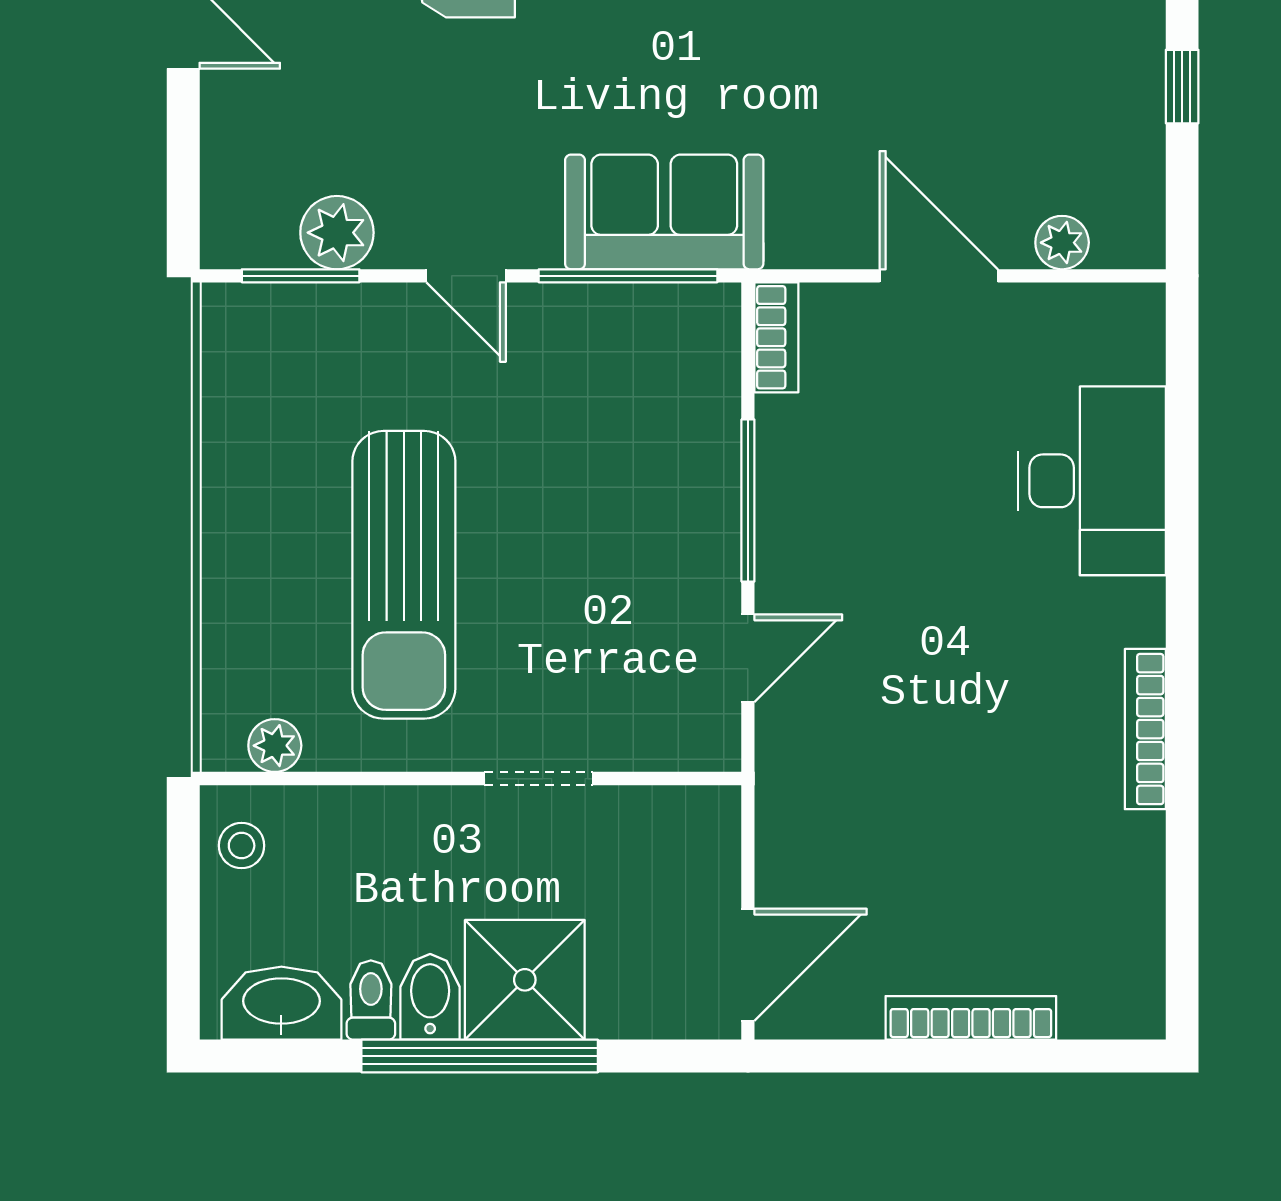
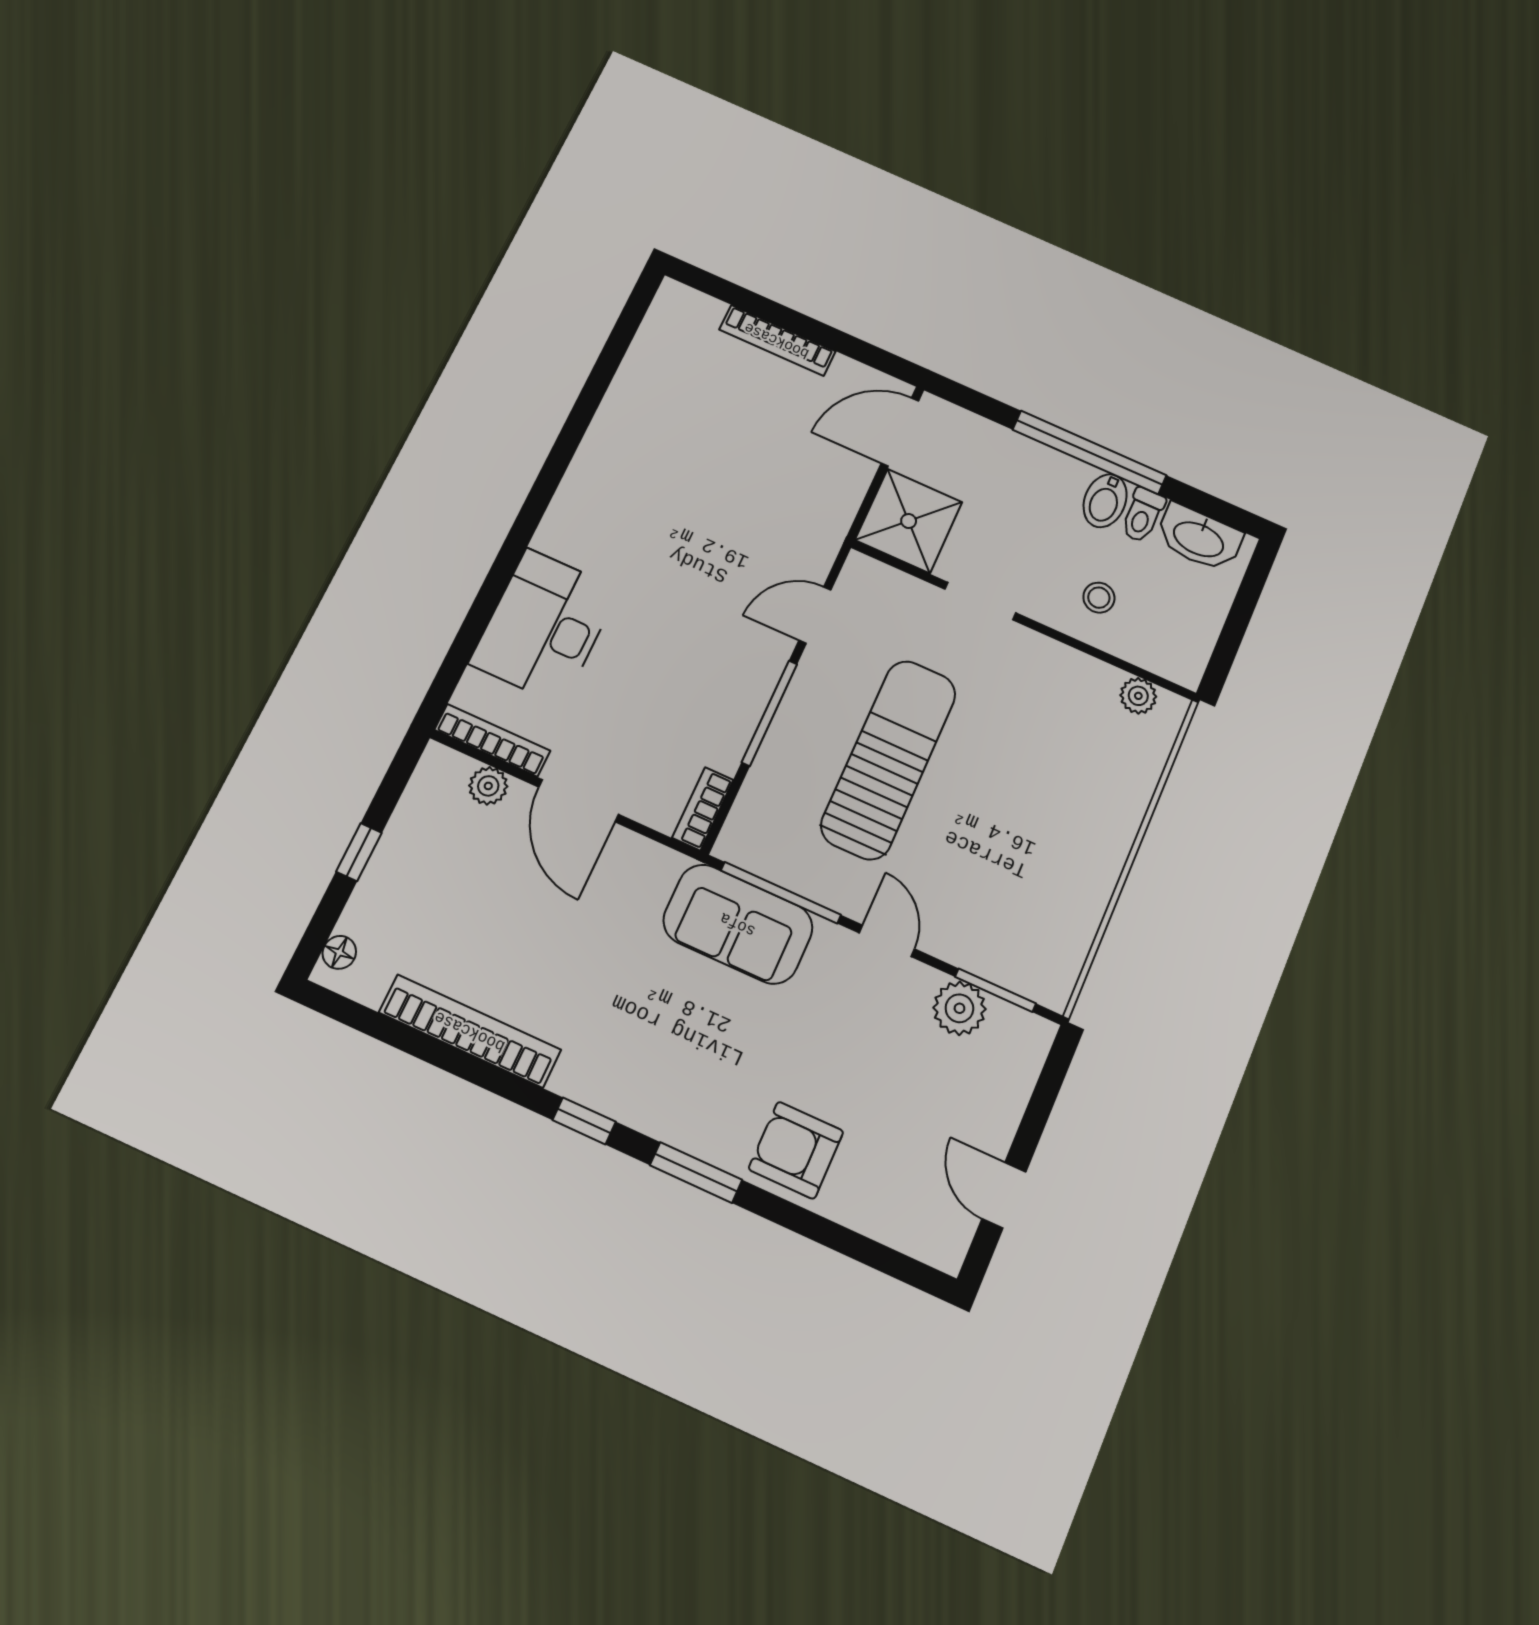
sun lounger: (404, 575) -> (889, 759), moved
bookcase: (1145, 729) -> (492, 740), moved, turned -90
stool: (242, 846) -> (1099, 598), moved
shower: (525, 980) -> (909, 521), moved

